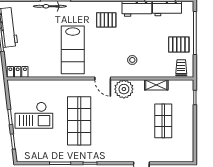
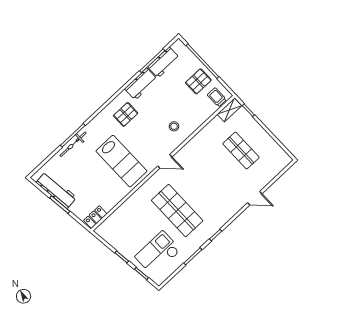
shelving: (156, 85) -> (229, 110), moved
plant: (124, 89) -> (188, 154), removed
checkout: (34, 115) -> (158, 253), moved, turned 180

